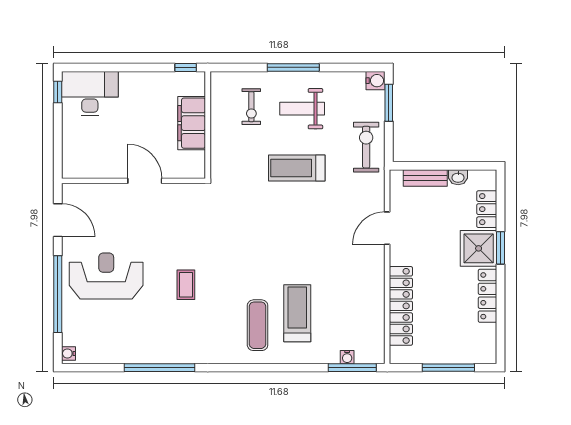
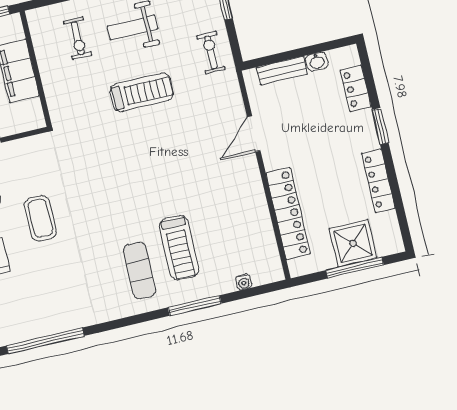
exercise bike: (366, 147) -> (211, 52), width x0.73, depth x0.72
treadmill: (297, 168) -> (142, 92), turned 180
shower: (479, 248) -> (353, 243), moved
coffee table: (186, 285) -> (40, 218), moved, width x1.36, depth x1.30
treadmill: (297, 313) -> (179, 248), turned 180
window: (352, 368) -> (195, 306), moved

